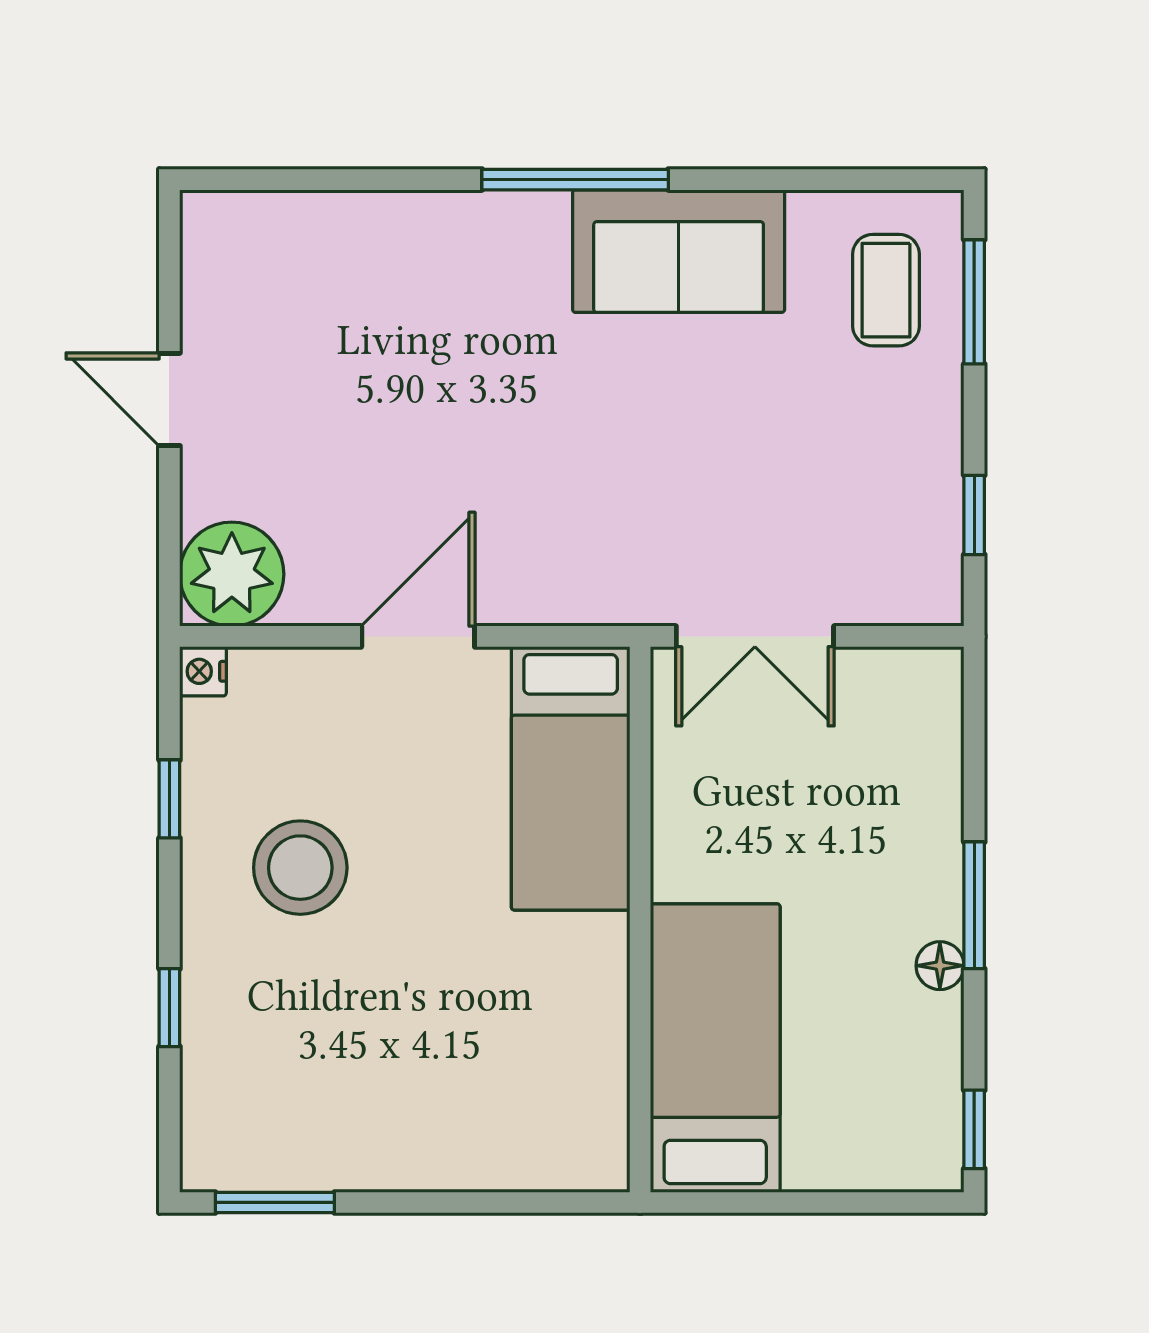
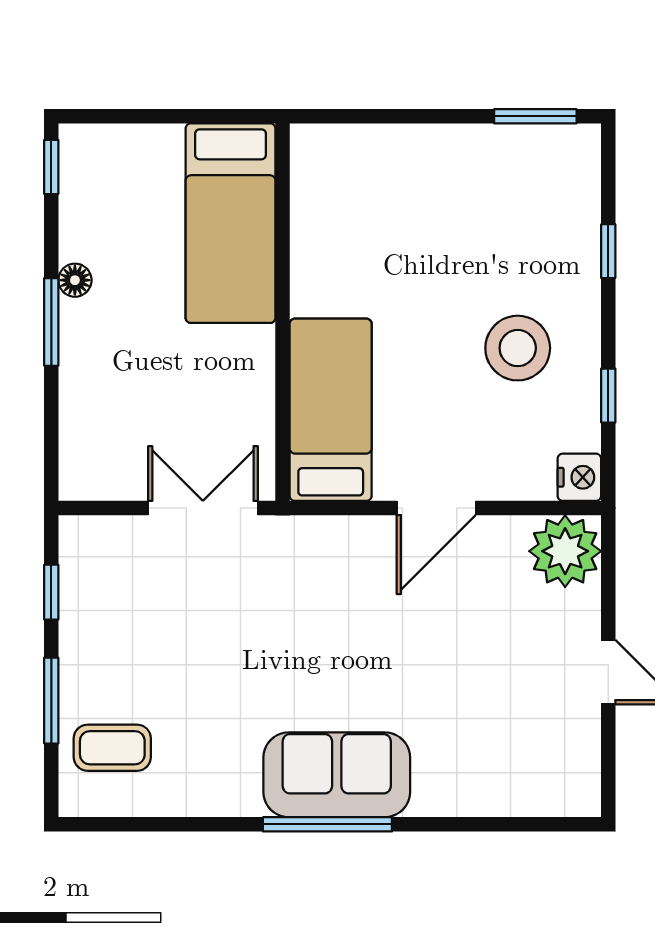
sofa: (679, 251) -> (337, 775), moved
coffee table: (886, 290) -> (112, 748), turned 90
window: (974, 302) -> (51, 701), moved
nightstand: (203, 671) -> (579, 477), width x1.39, depth x1.35

